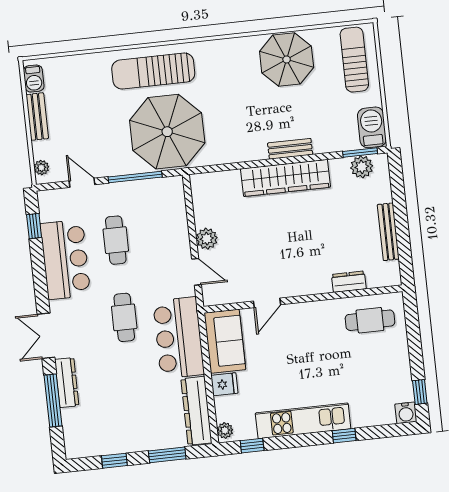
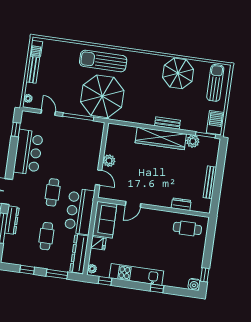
plant: (362, 167) -> (193, 141), moved
cafe table: (116, 240) -> (46, 236), moved

